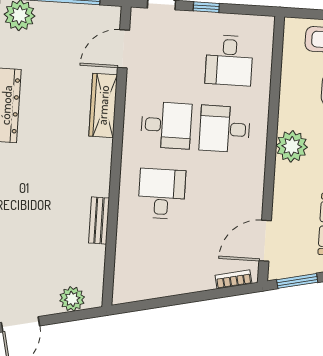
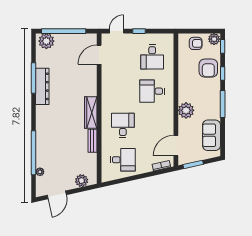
wardrobe: (103, 105) -> (91, 113), moved
desk: (166, 125) -> (123, 160), moved
plant: (292, 146) -> (186, 110), moved

